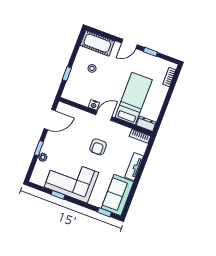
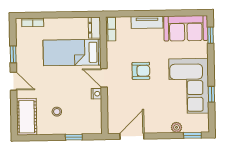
door: (50, 120) -> (132, 136), hinge flipped
window: (39, 148) -> (192, 135), moved

